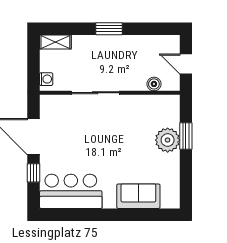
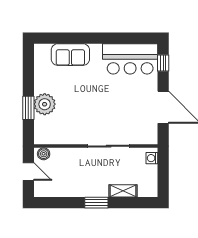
shelving: (55, 42) -> (123, 191), moved
boiler: (154, 84) -> (44, 154), moved
window: (34, 173) -> (163, 63), moved

